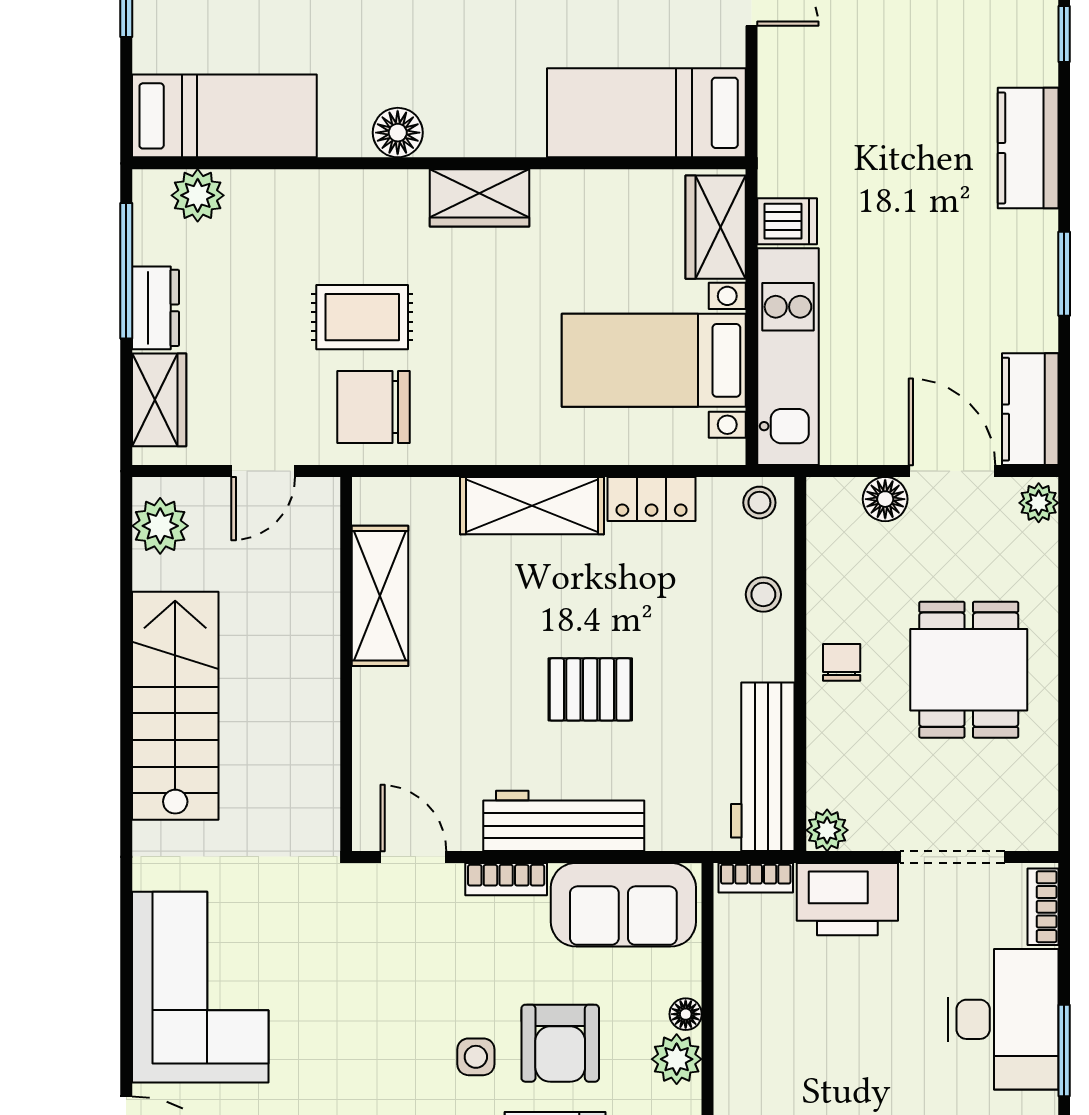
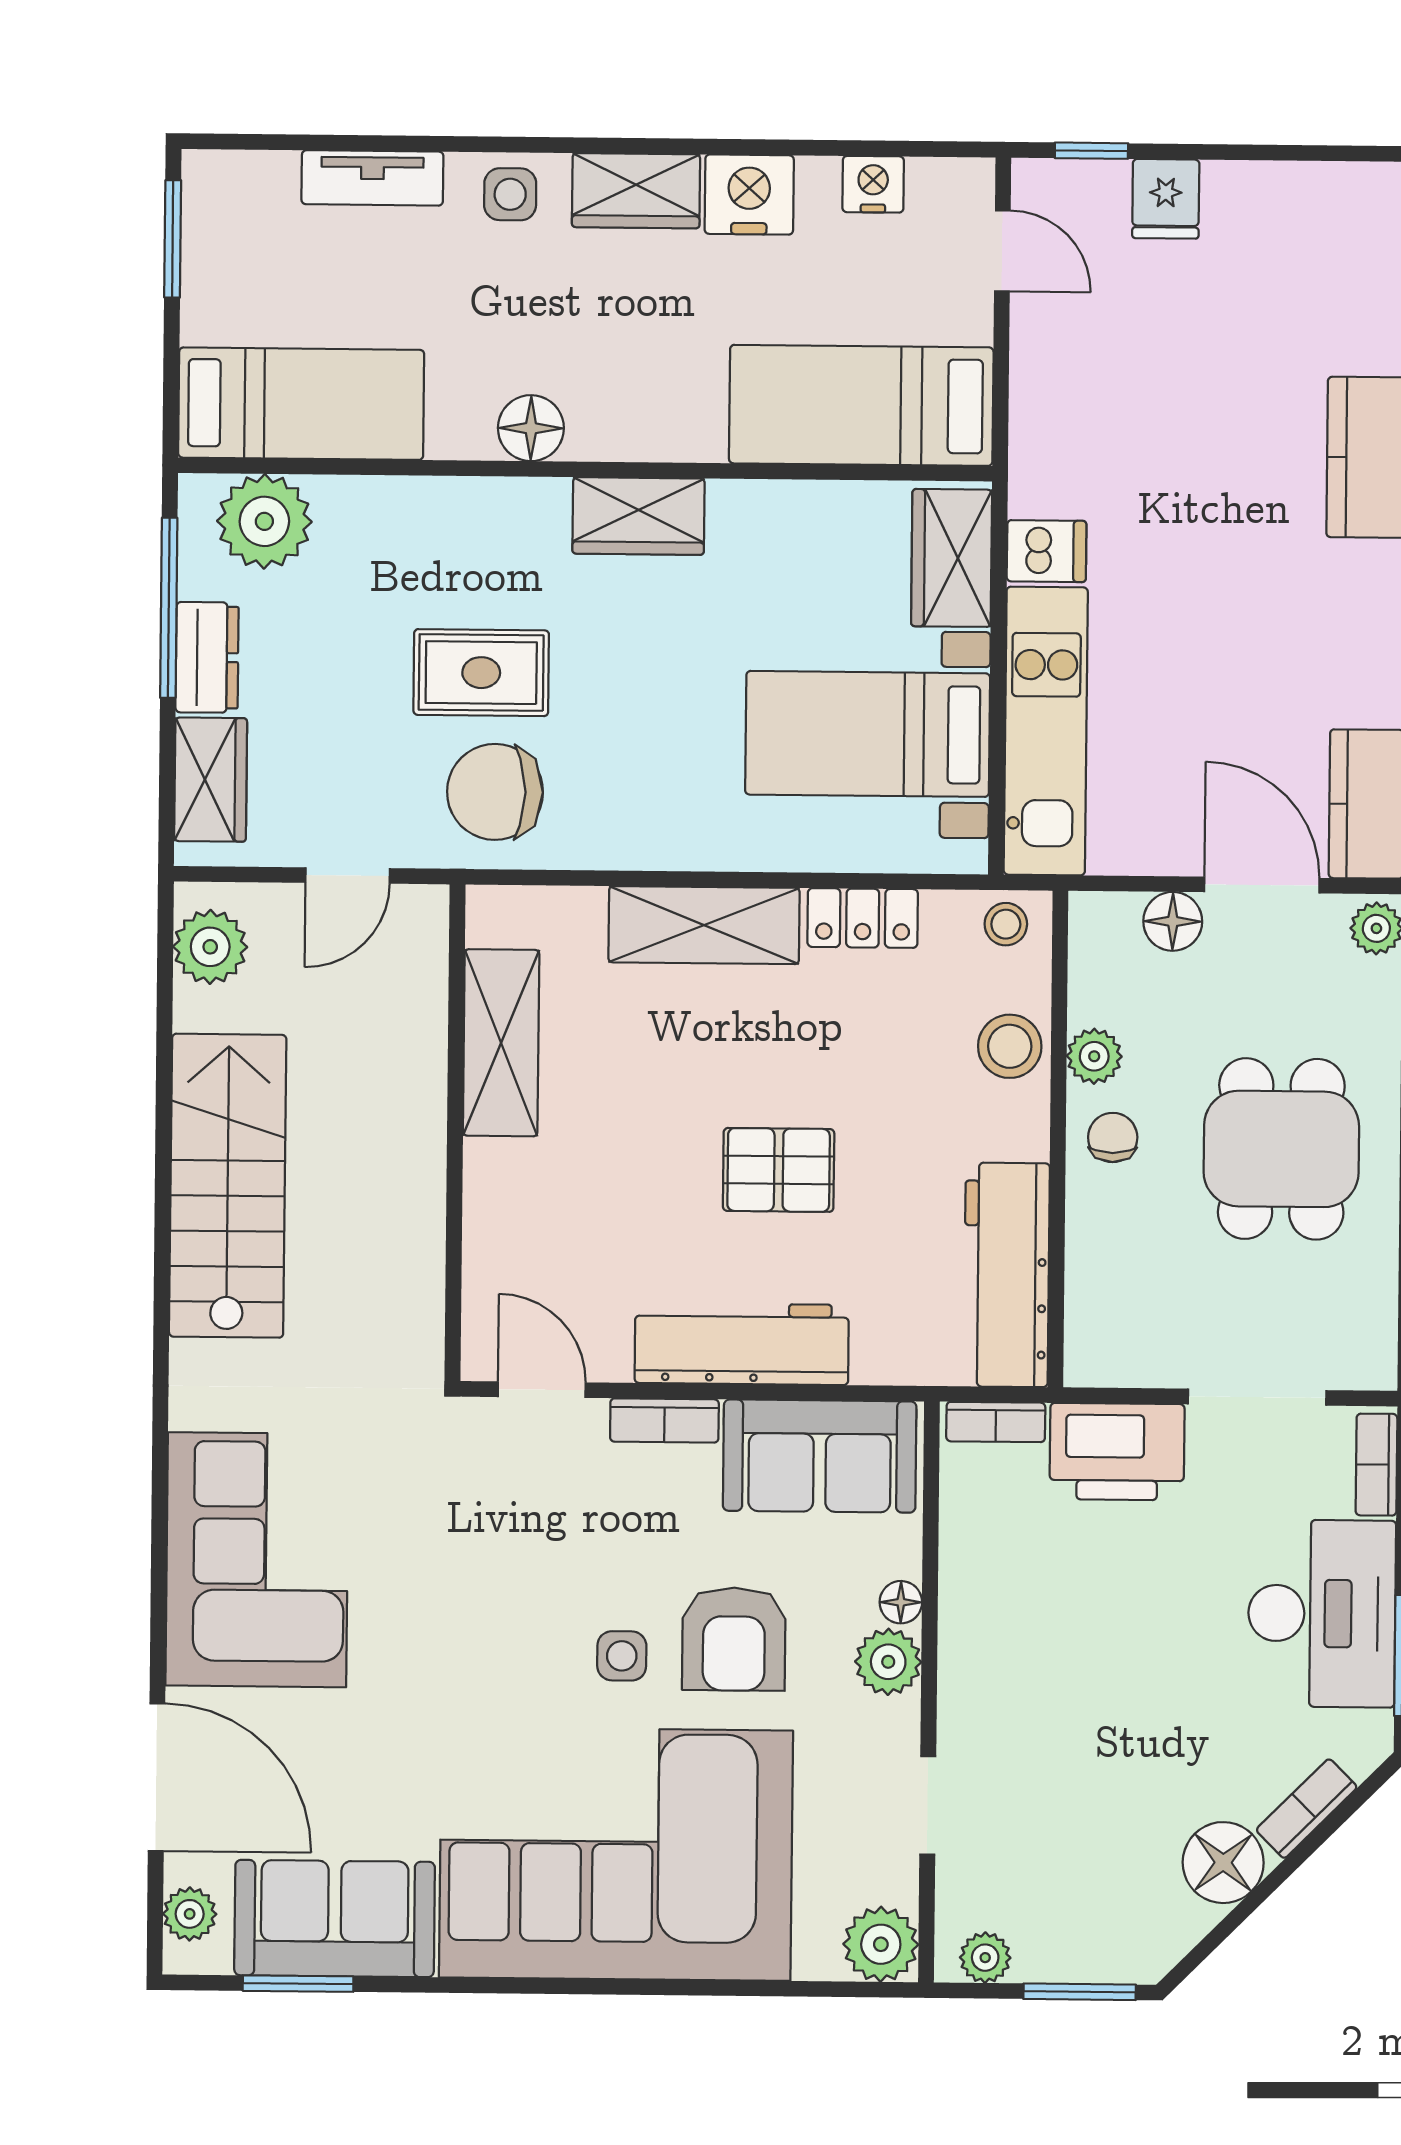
plant: (198, 195) -> (264, 521), width x1.36, depth x1.36
stool: (763, 594) -> (1010, 1046), width x1.37, depth x1.37
plant: (827, 830) -> (1094, 1056), moved

